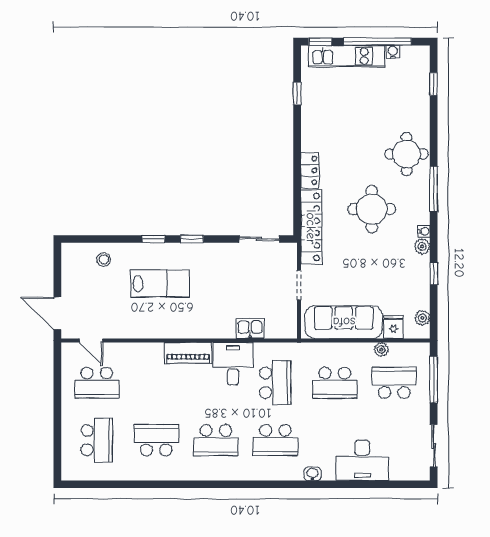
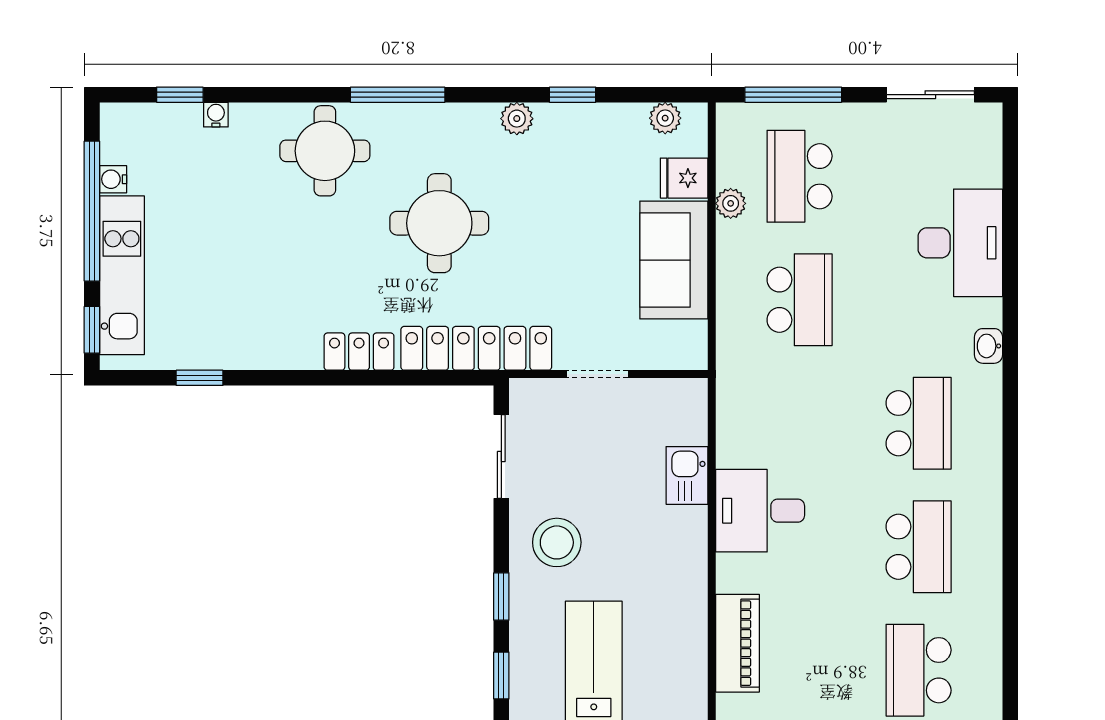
water cooler: (424, 231) -> (216, 115), moved
stool: (218, 266) -> (557, 542), added
sofa: (344, 322) -> (674, 260), width x0.73
piano: (188, 353) -> (737, 643), moved
school desk: (275, 383) -> (800, 423), removed

